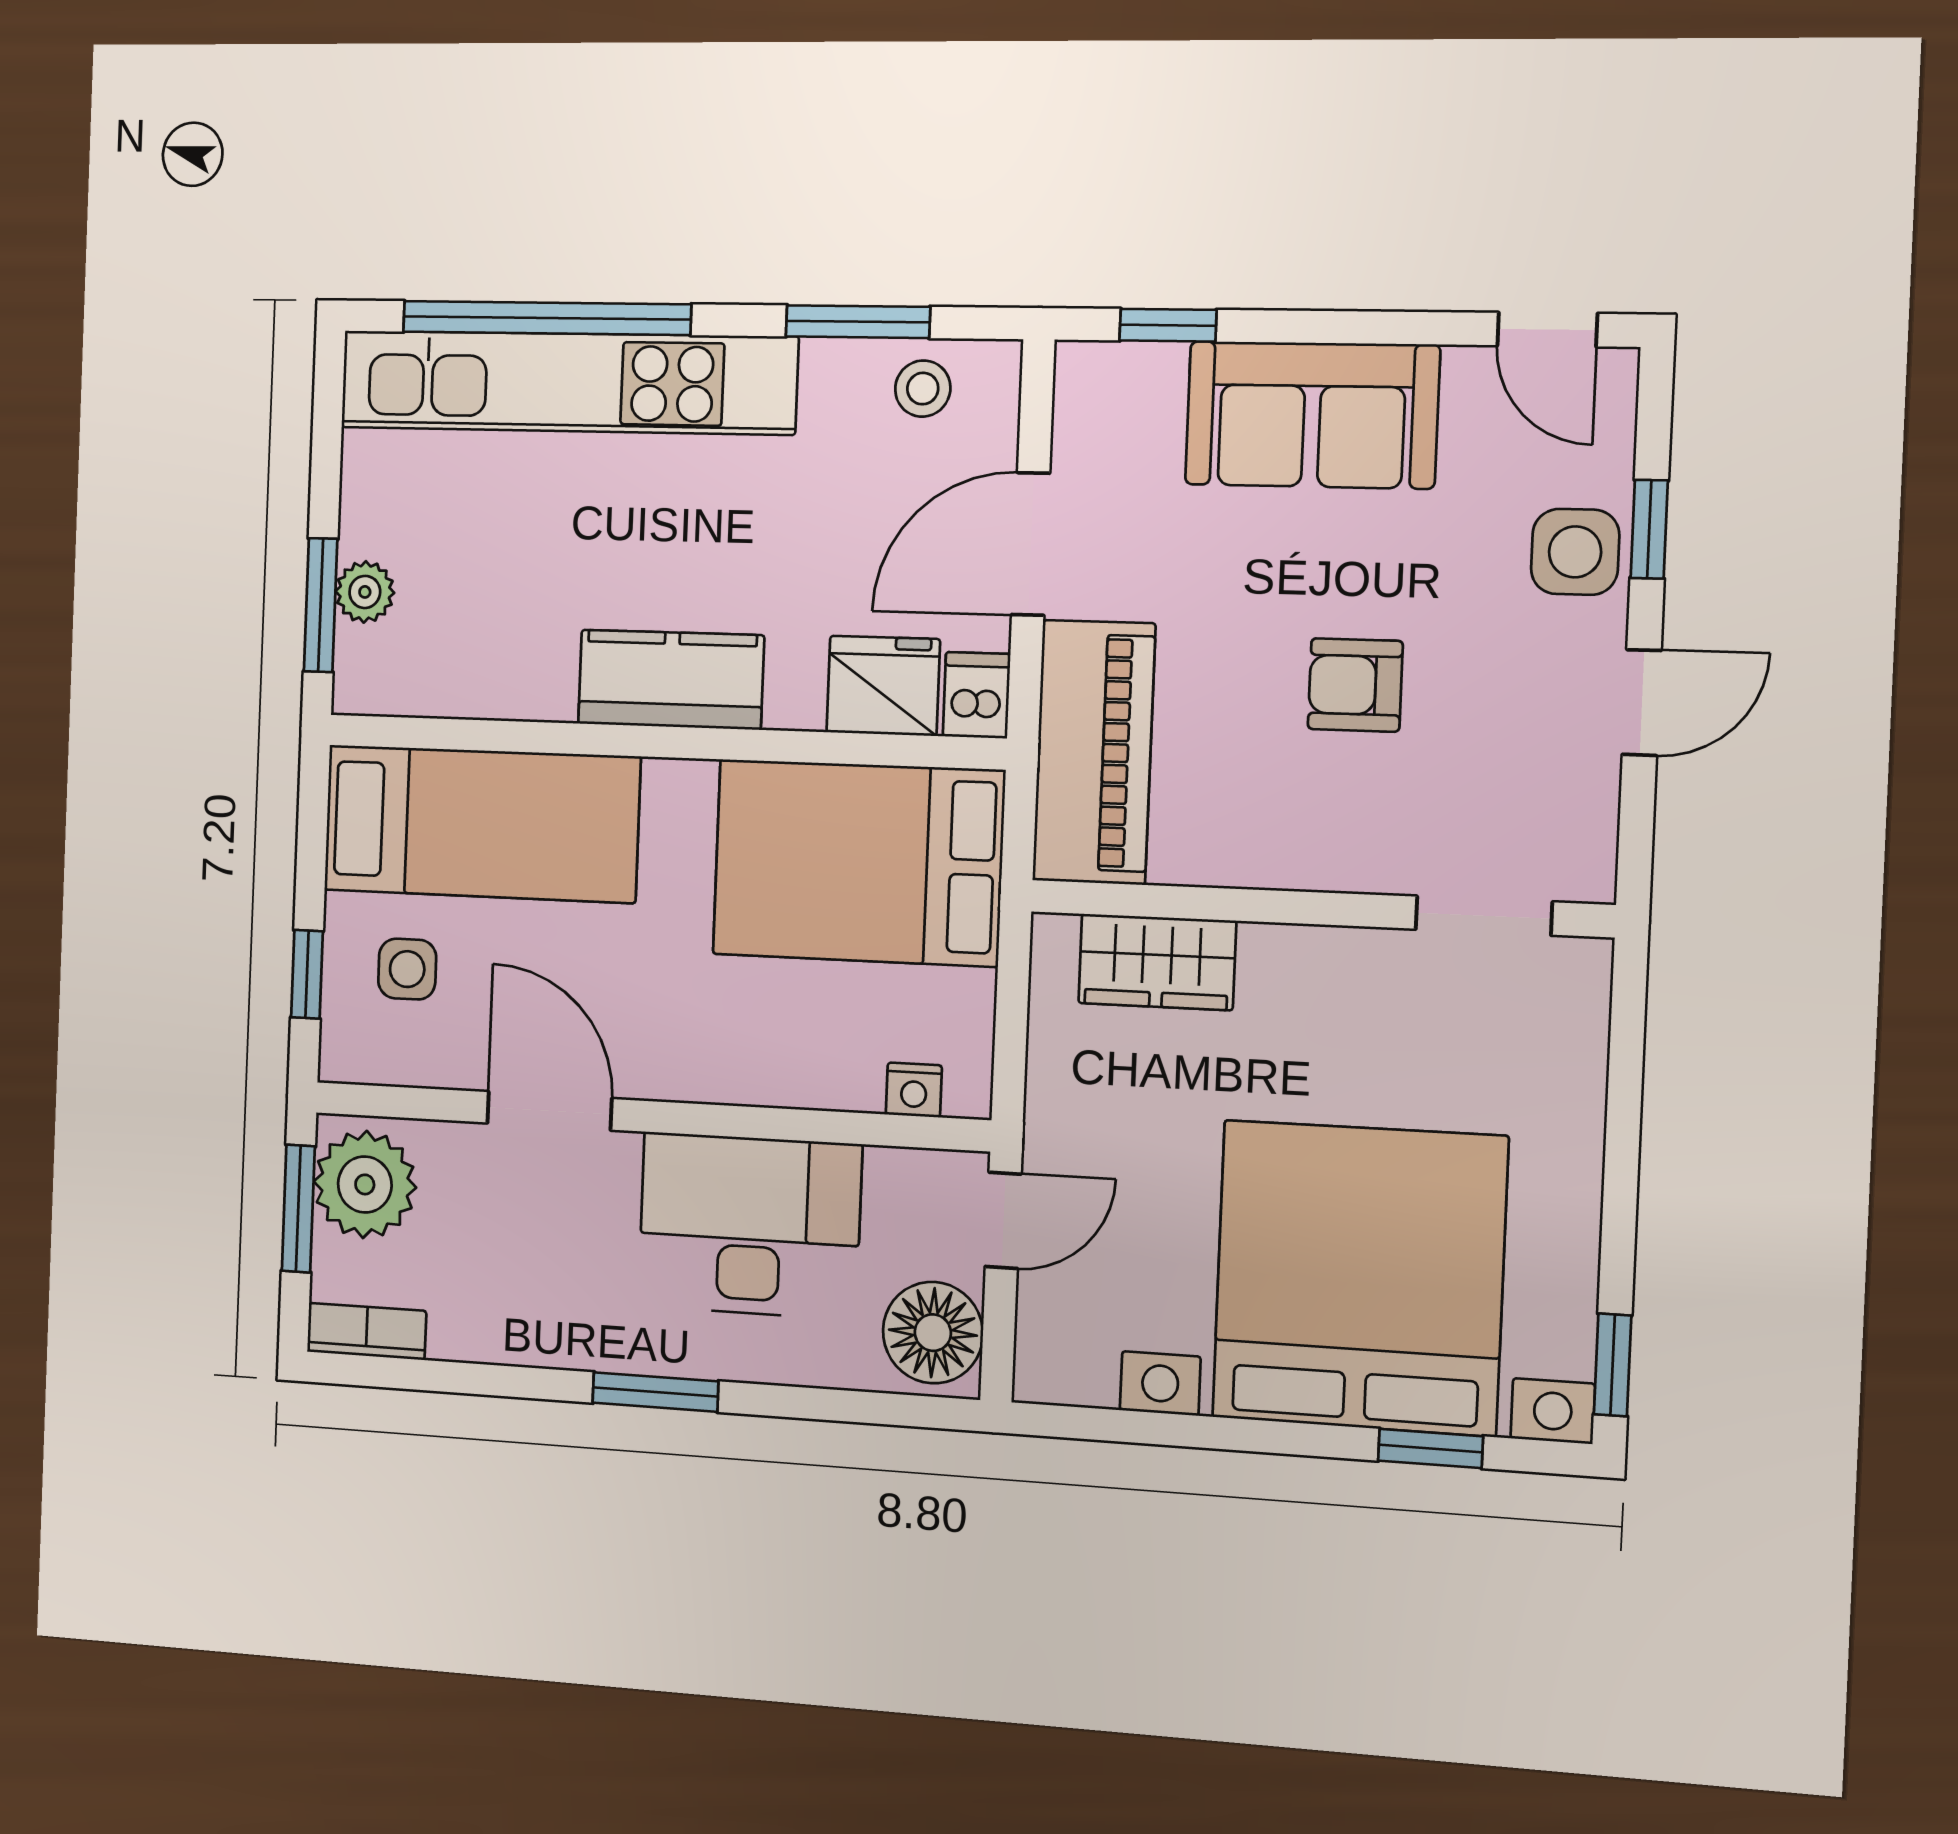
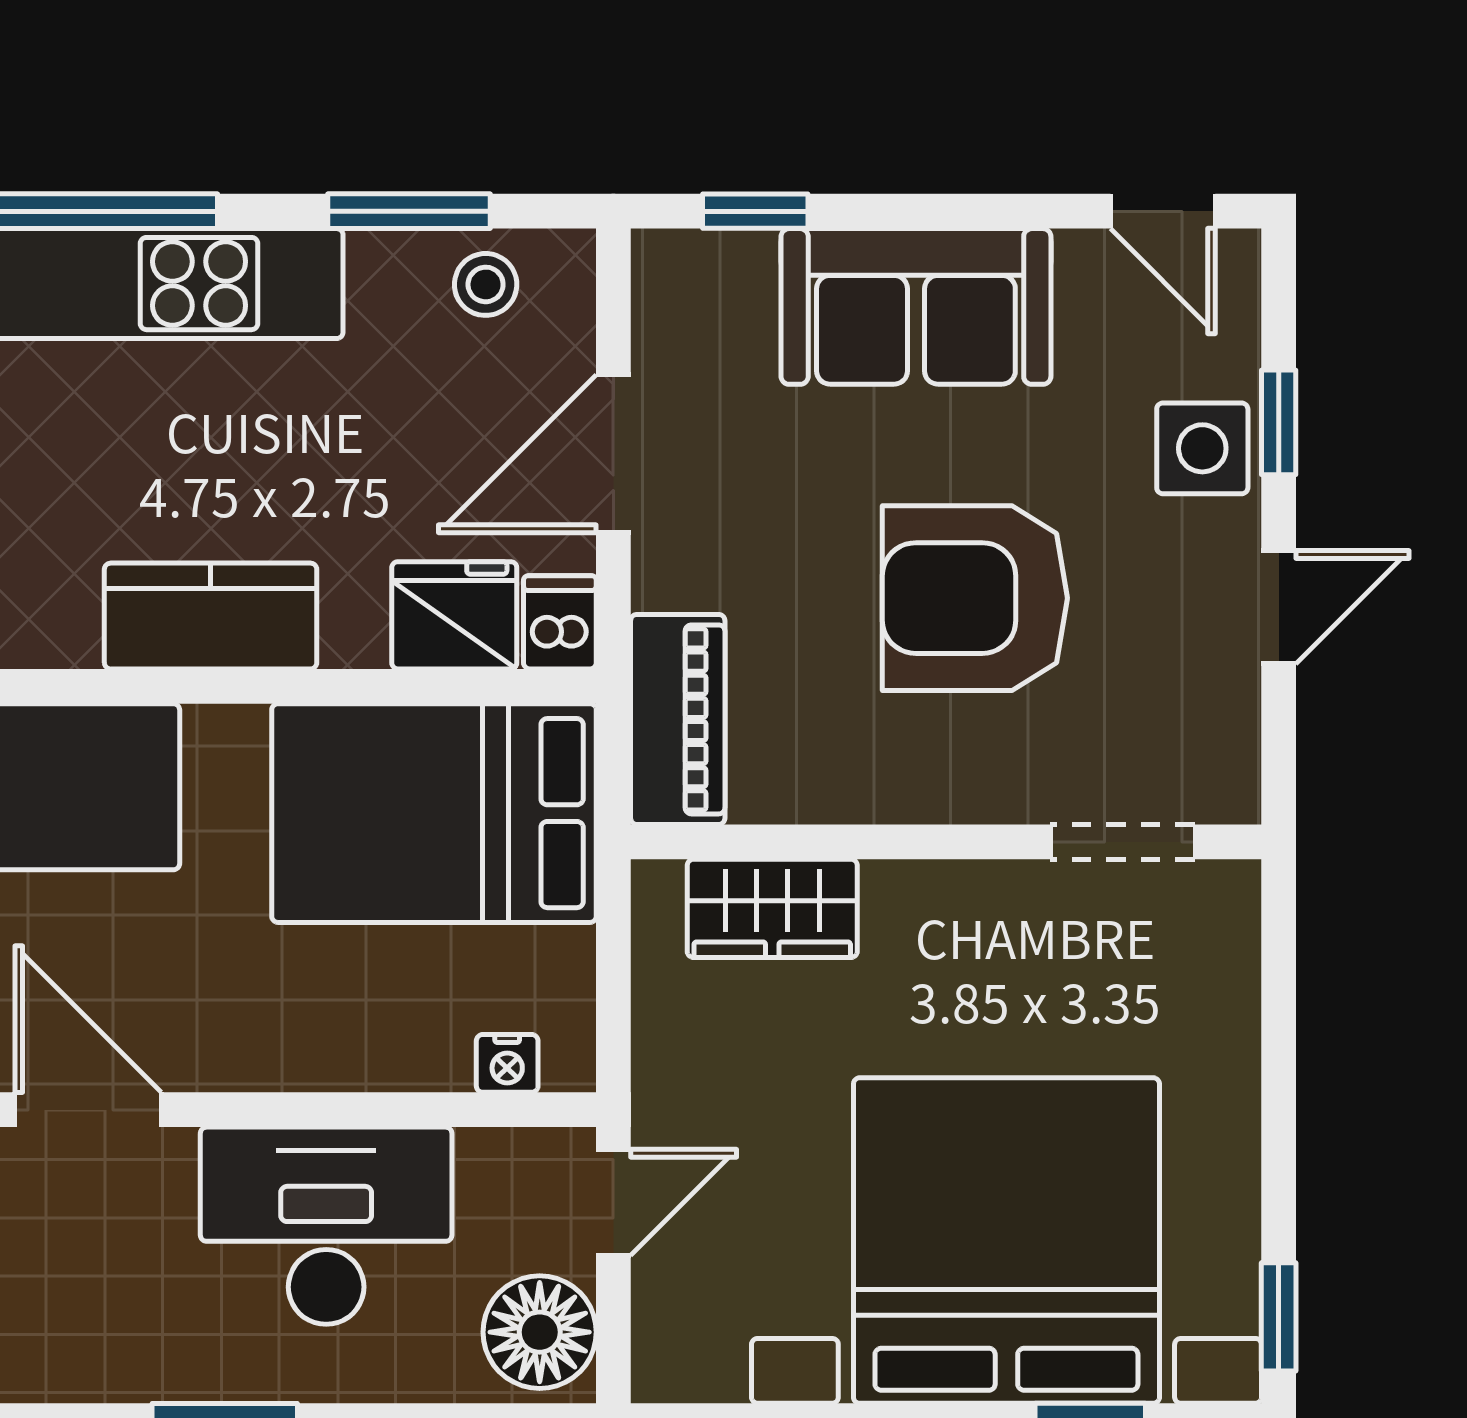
armchair: (1355, 685) -> (975, 598), width x1.88, depth x1.88
piano: (1094, 752) -> (678, 719), width x0.73, depth x0.75

